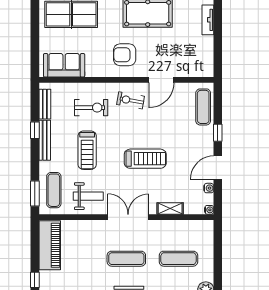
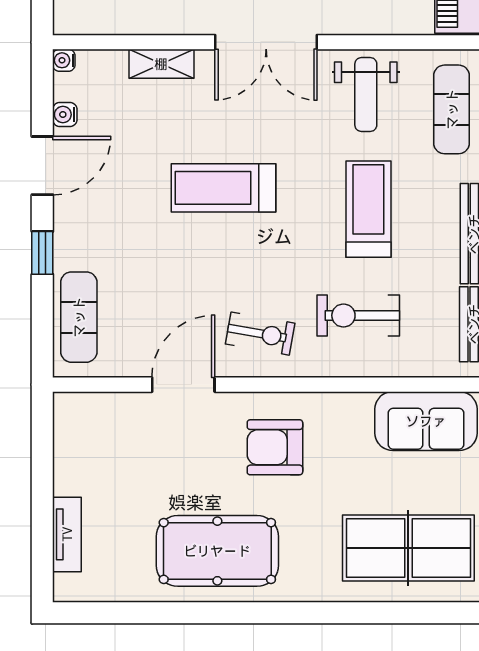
armchair: (125, 55) -> (275, 447), turned 180
weight bench: (88, 196) -> (366, 94), turned -90

